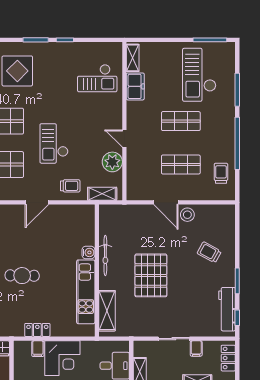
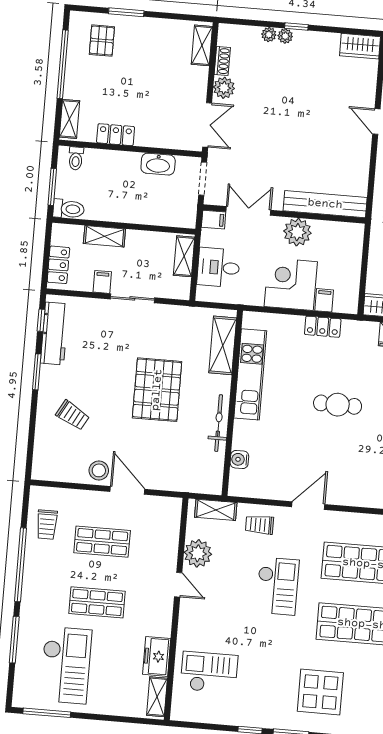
water cooler: (88, 252) -> (239, 459), moved

